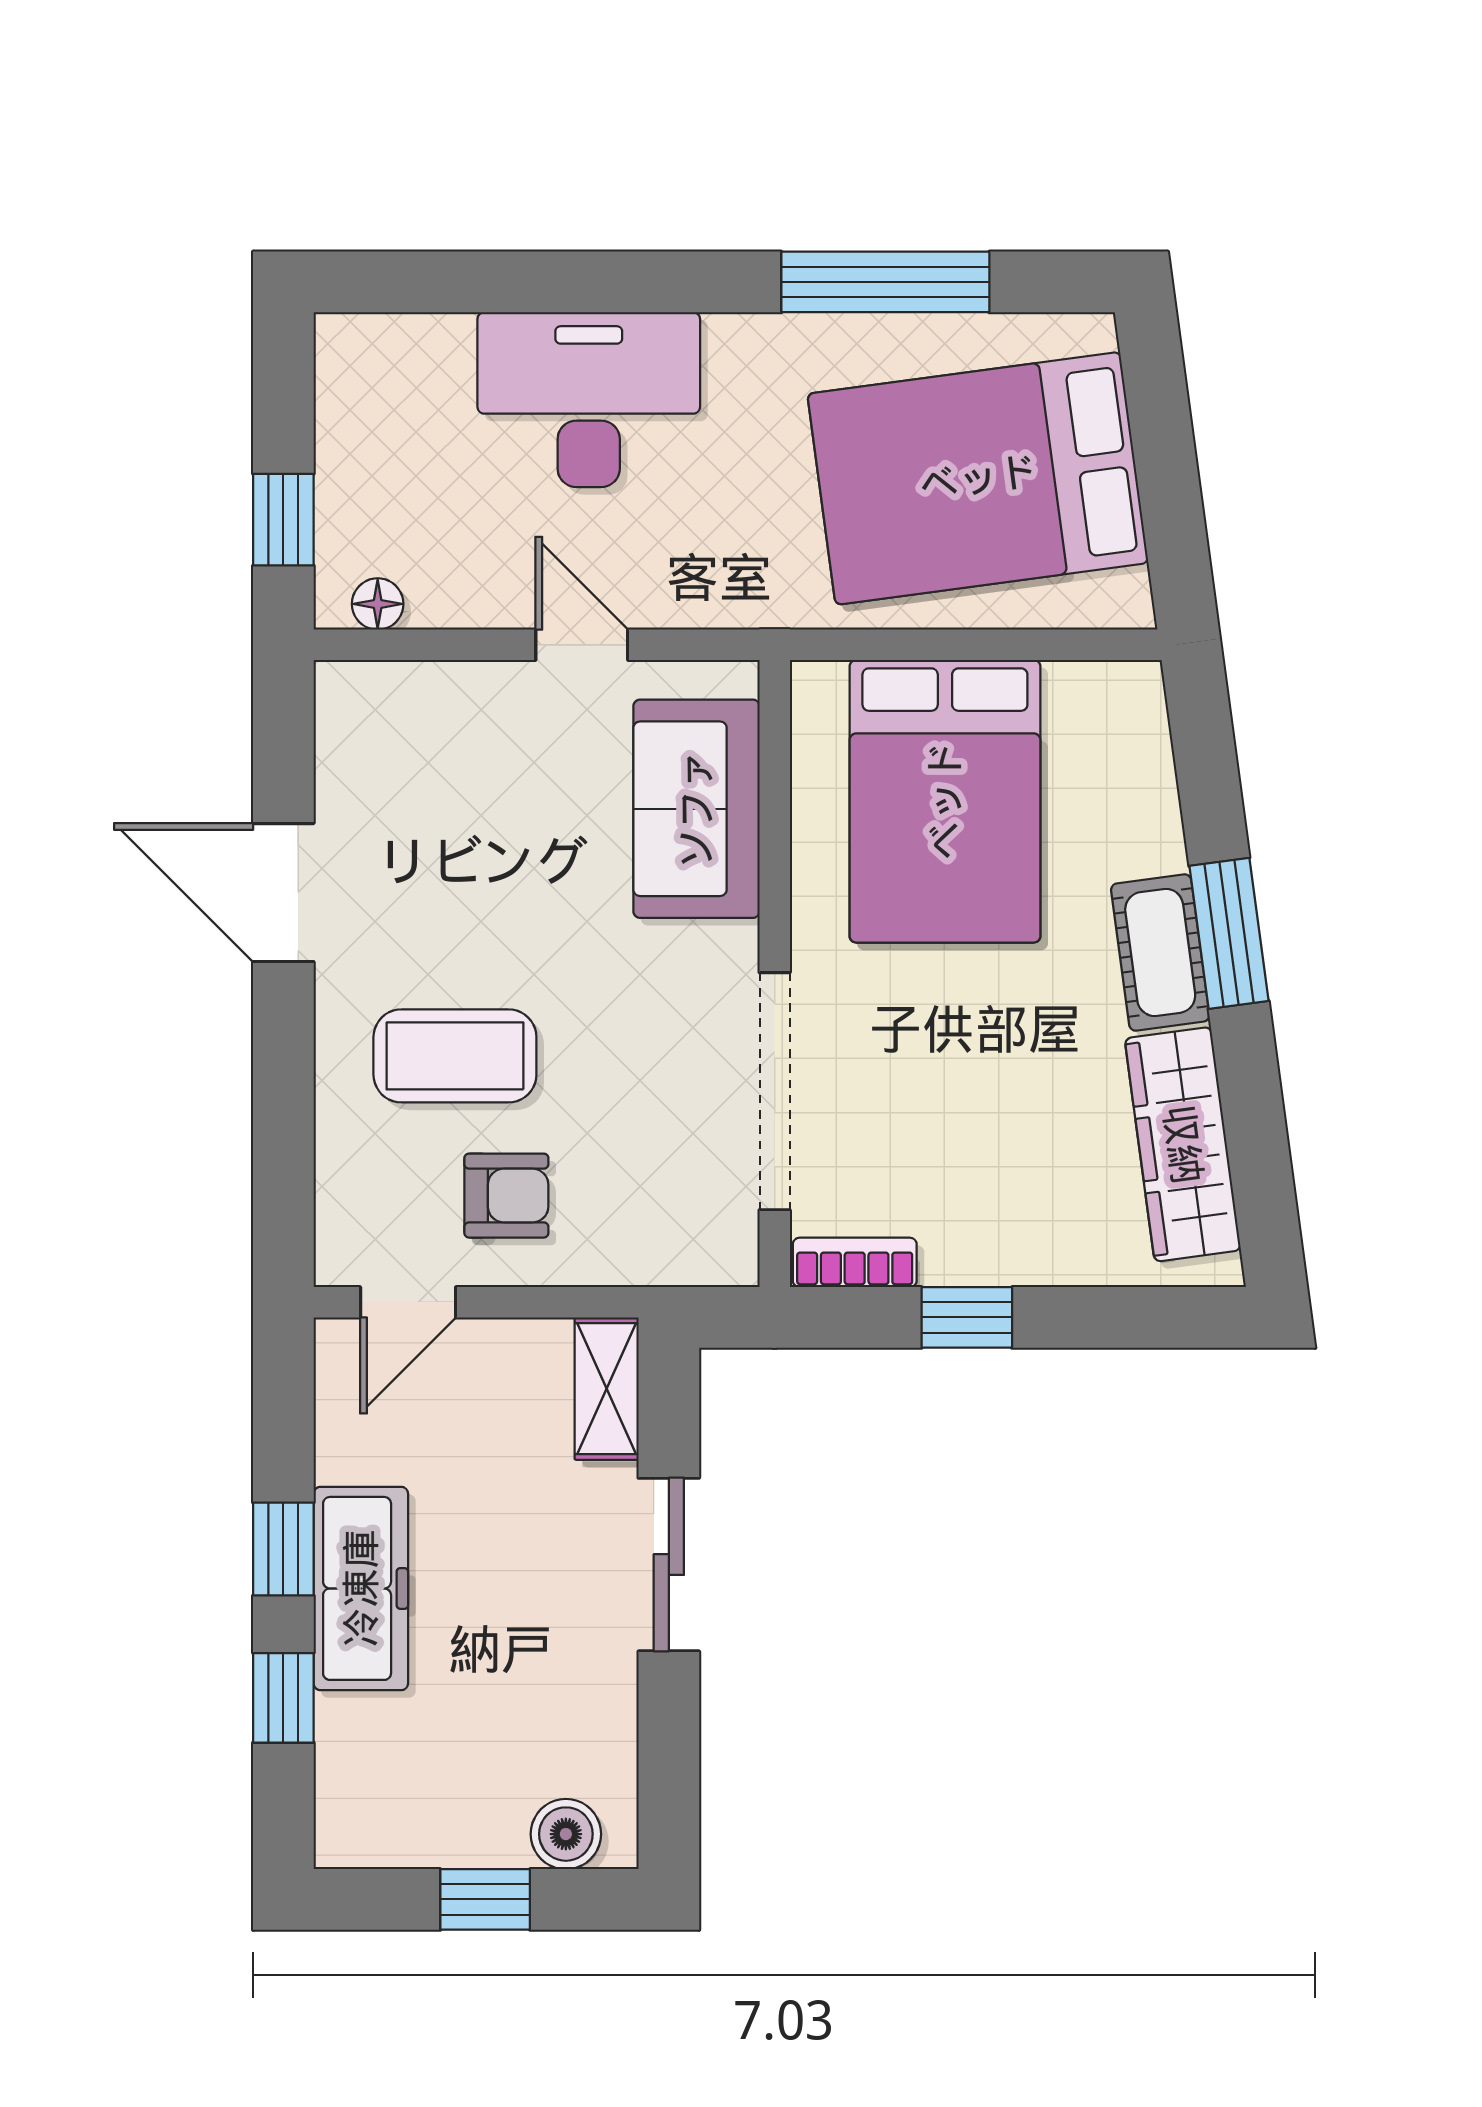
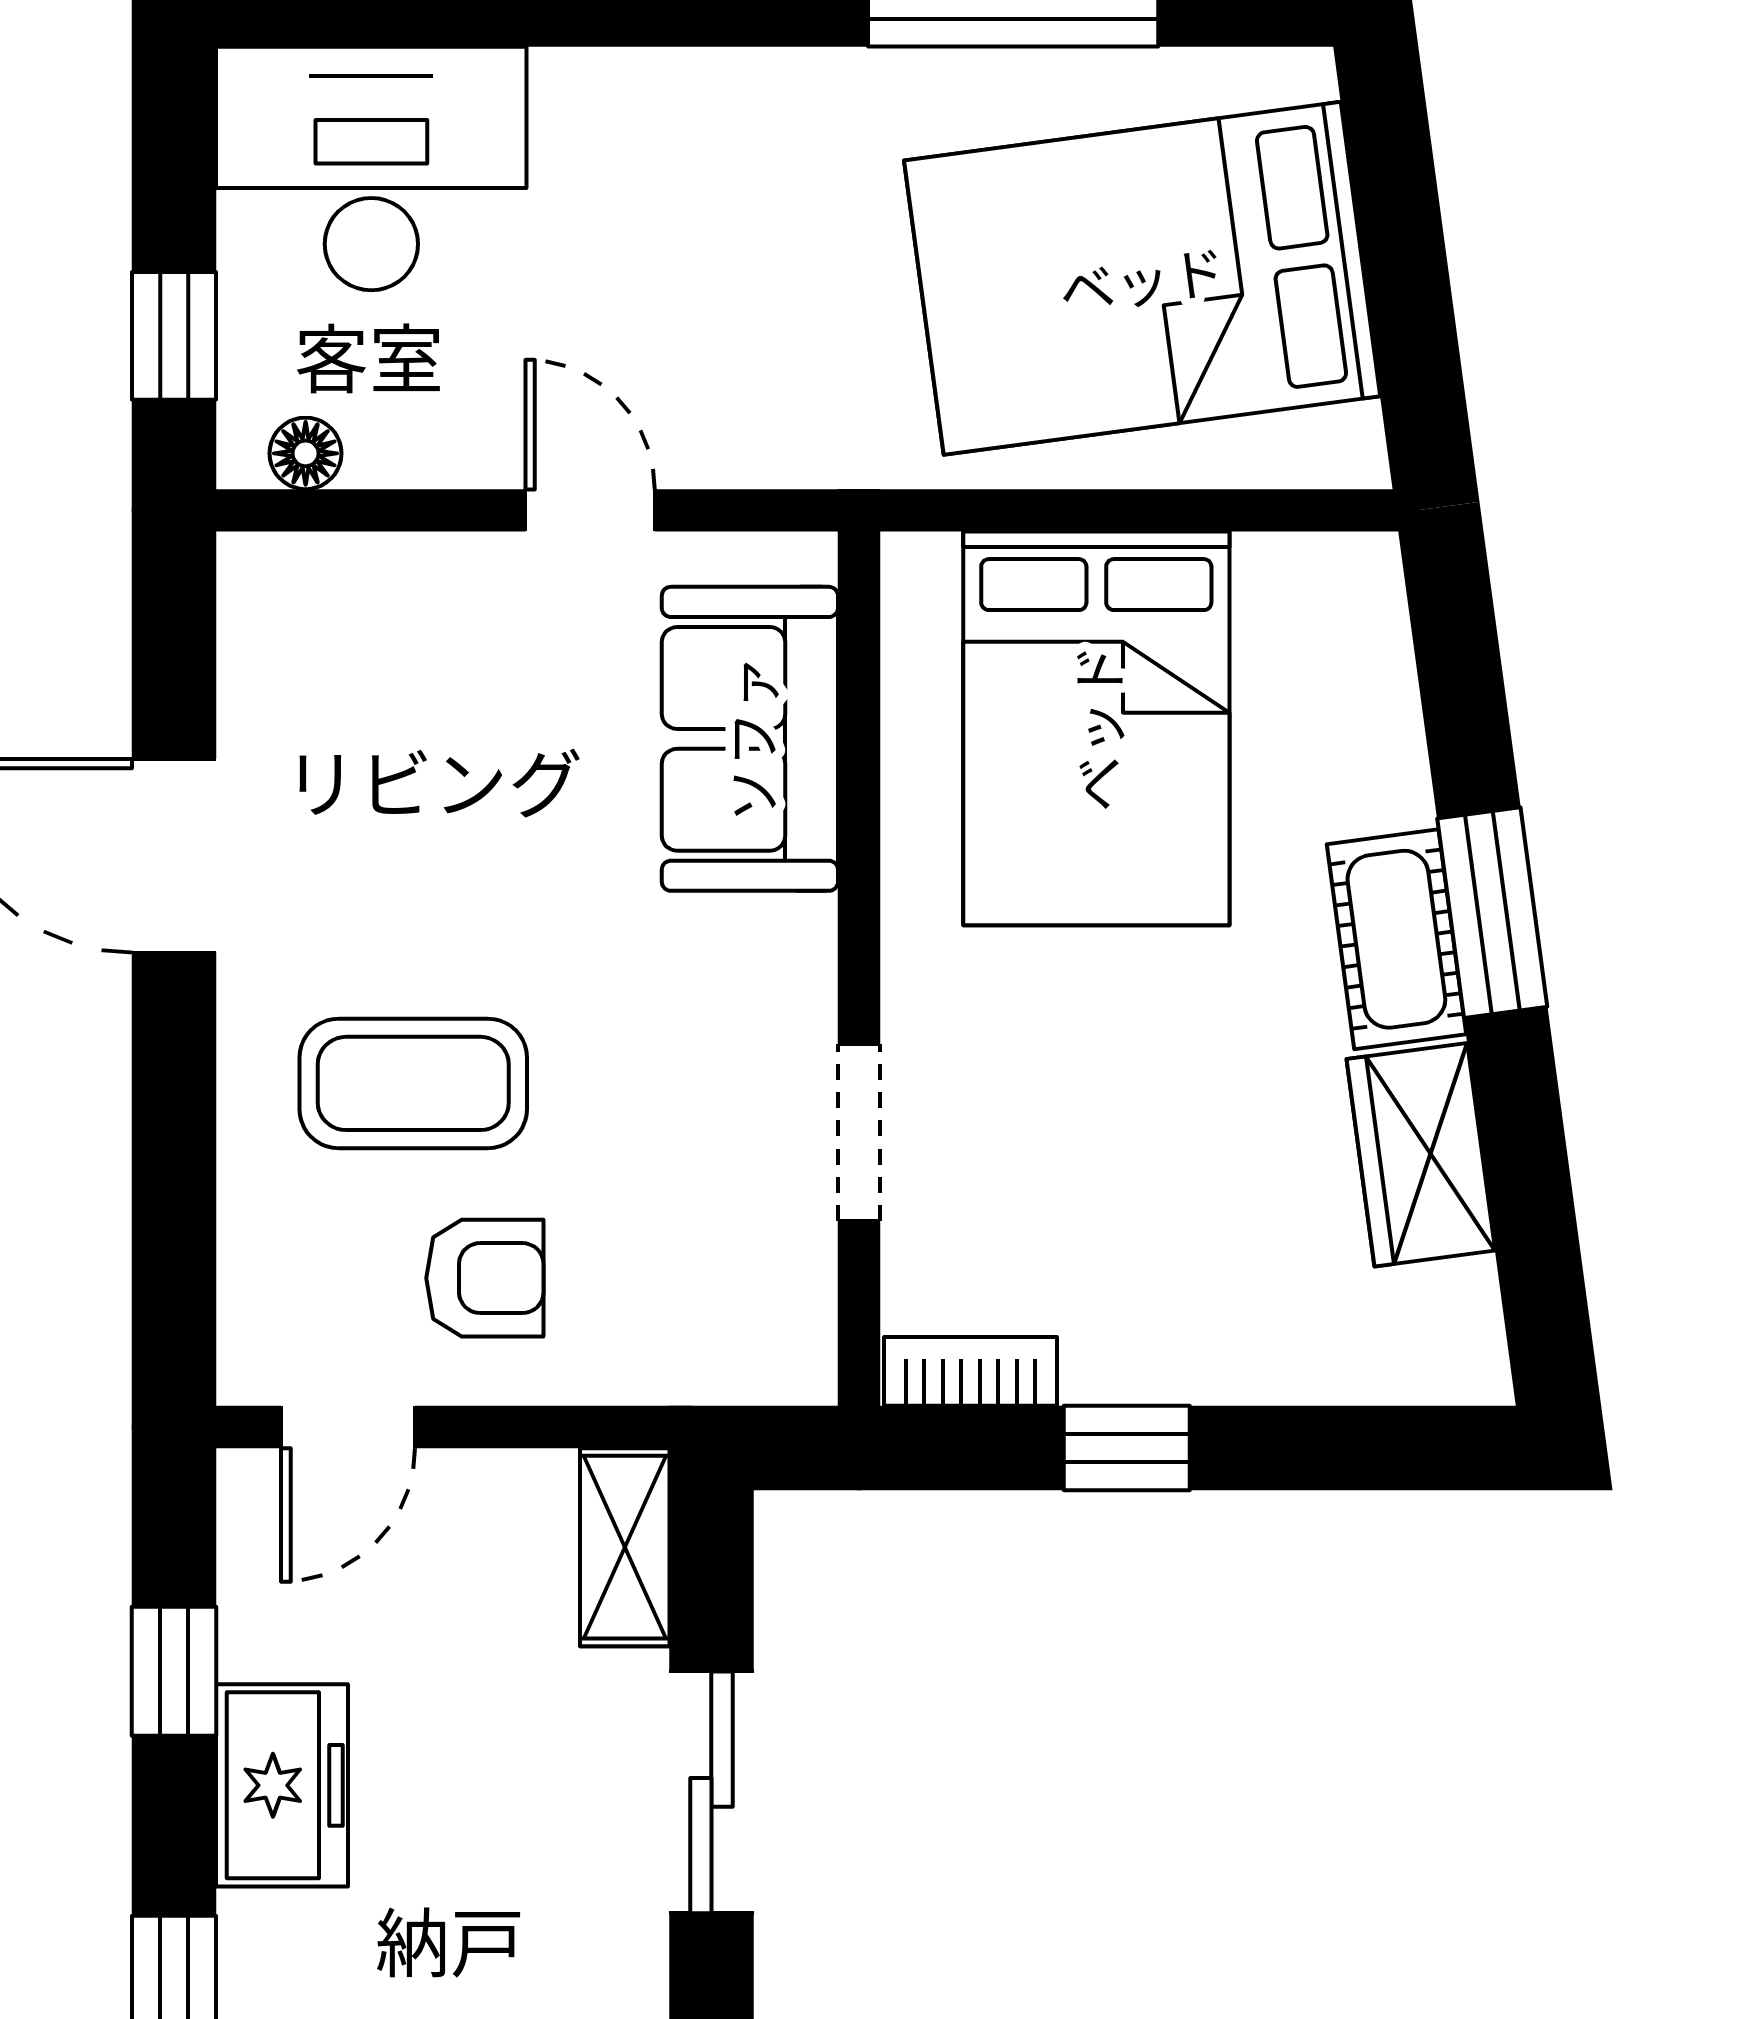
desk: (589, 400) -> (371, 169), moved
doorway: (775, 1091) -> (859, 1133), width x0.53
wardrobe: (1183, 1144) -> (1421, 1155), width x0.67
window: (283, 1549) -> (174, 1671), moved
freezer: (361, 1588) -> (282, 1785), width x0.71

